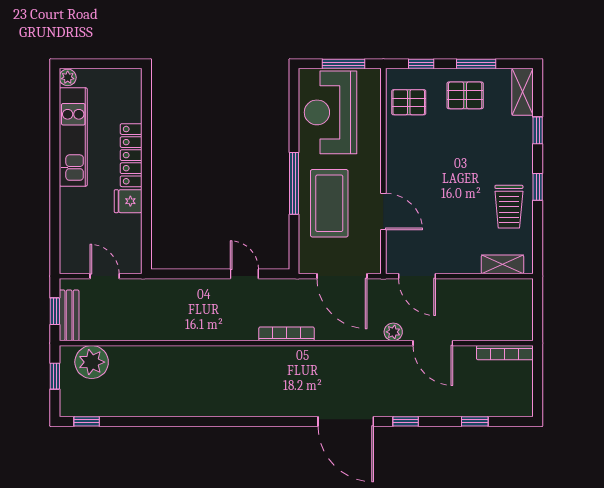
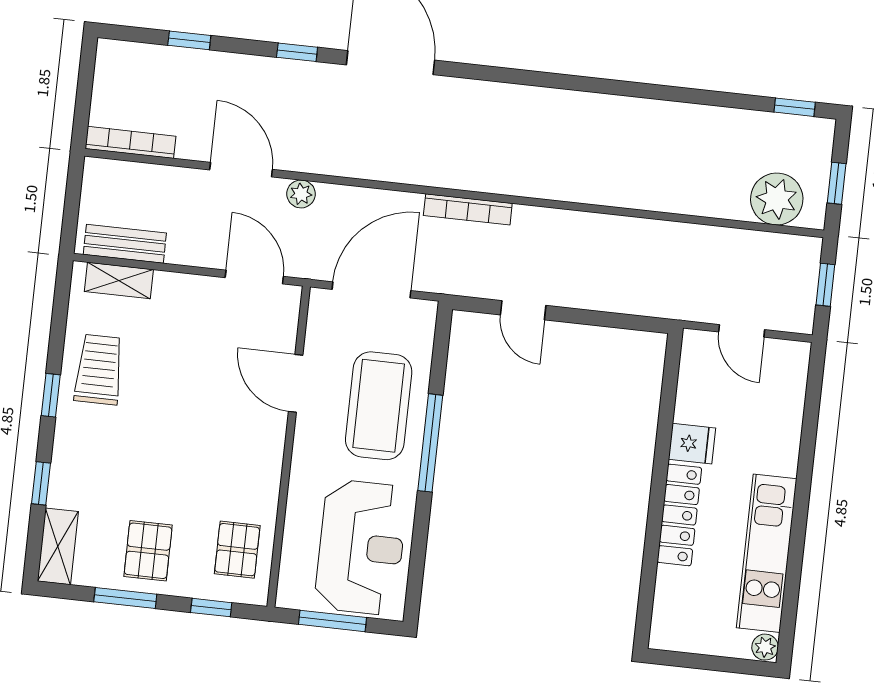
pallet: (465, 95) -> (148, 551), turned 90
pallet: (409, 102) -> (237, 550), turned 90
door: (342, 276) -> (371, 290), hinge flipped
bench: (69, 315) -> (125, 244), moved, turned 90

